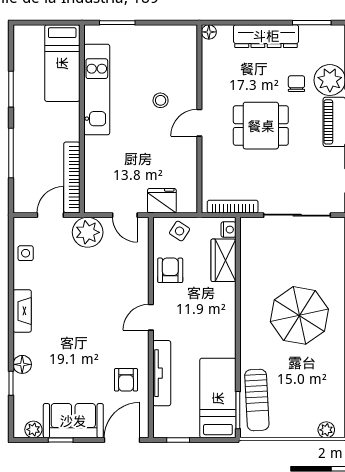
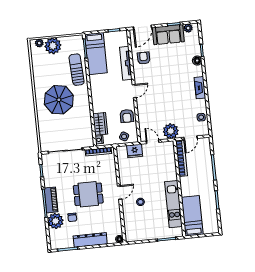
sun lounger: (257, 400) -> (77, 70), moved
plant: (300, 422) -> (53, 46), added

